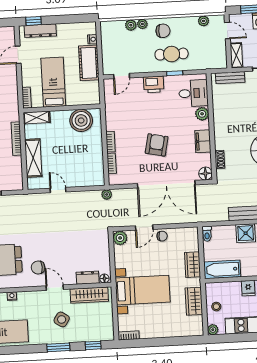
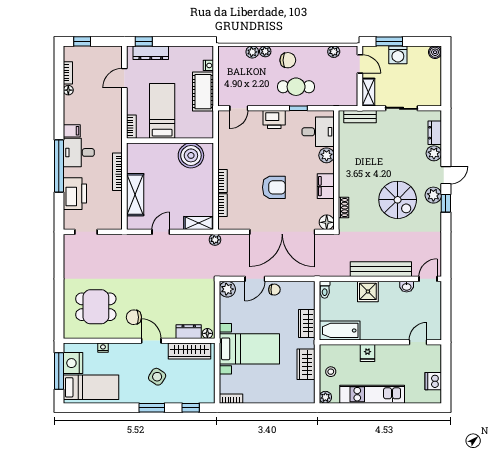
shelving: (37, 118) -> (199, 223), moved
armchair: (157, 145) -> (274, 187), turned 78
door: (58, 190) -> (161, 232), hinge flipped

